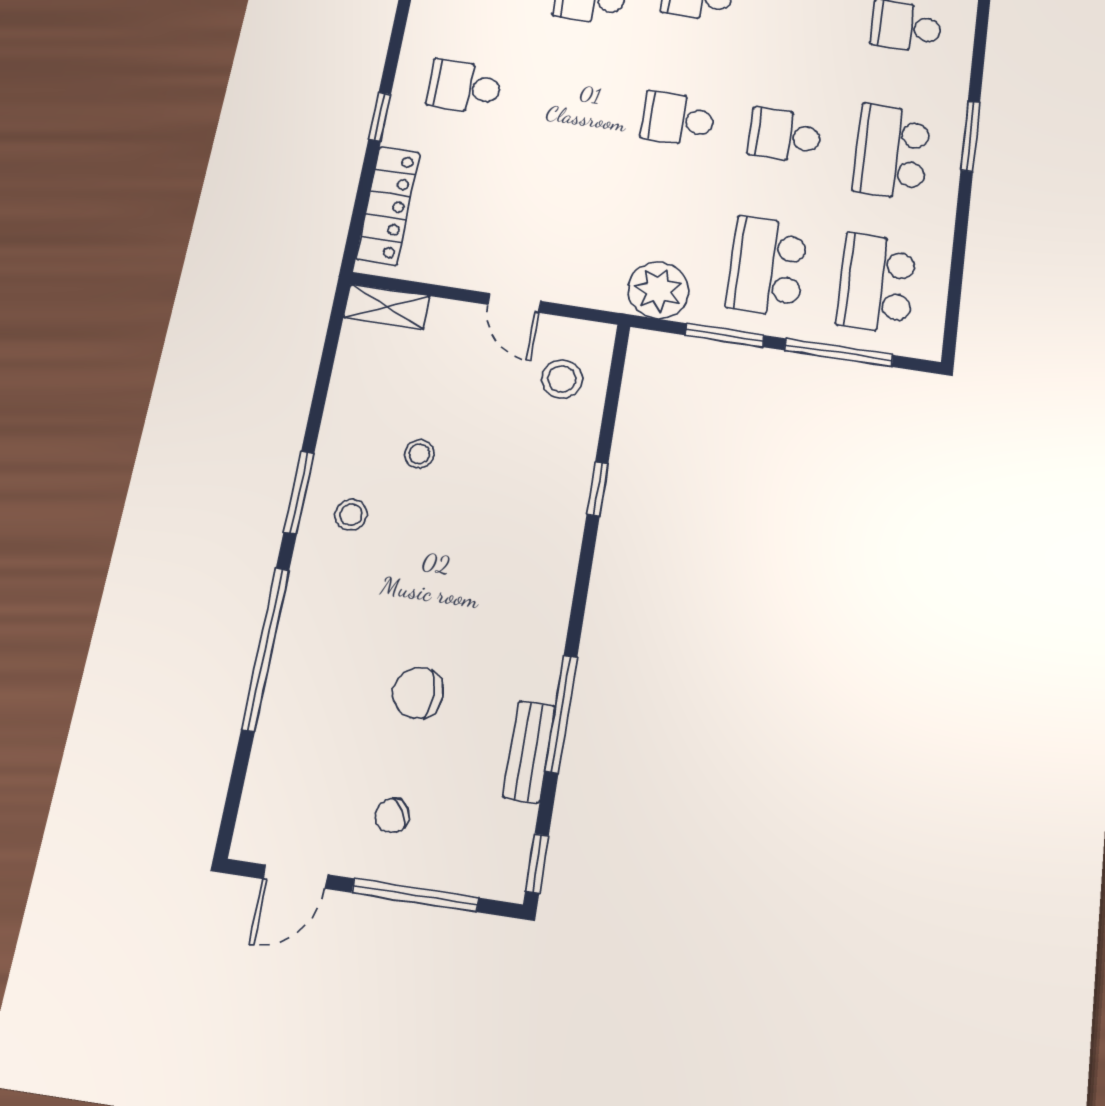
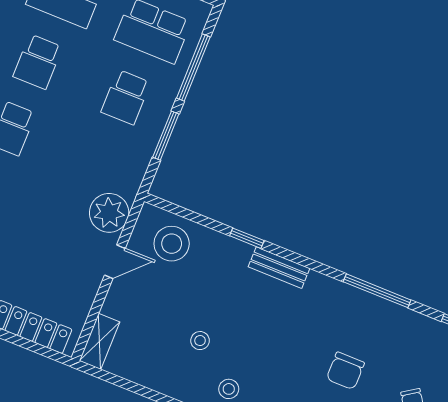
school desk: (767, 266) -> (126, 97), width x0.54
plant: (658, 290) -> (109, 213), moved
stool: (562, 379) -> (172, 244), width x1.38, depth x1.38
bench: (529, 752) -> (279, 268), moved

